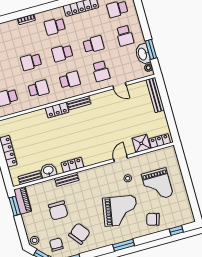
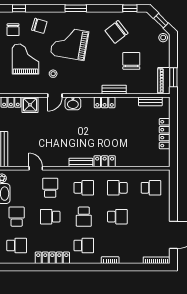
school desk: (62, 53) -> (84, 217), turned 90
school desk: (70, 80) -> (84, 188), turned 180
washbasin: (48, 170) -> (73, 103), moved
chair: (56, 245) -> (13, 30), moved

